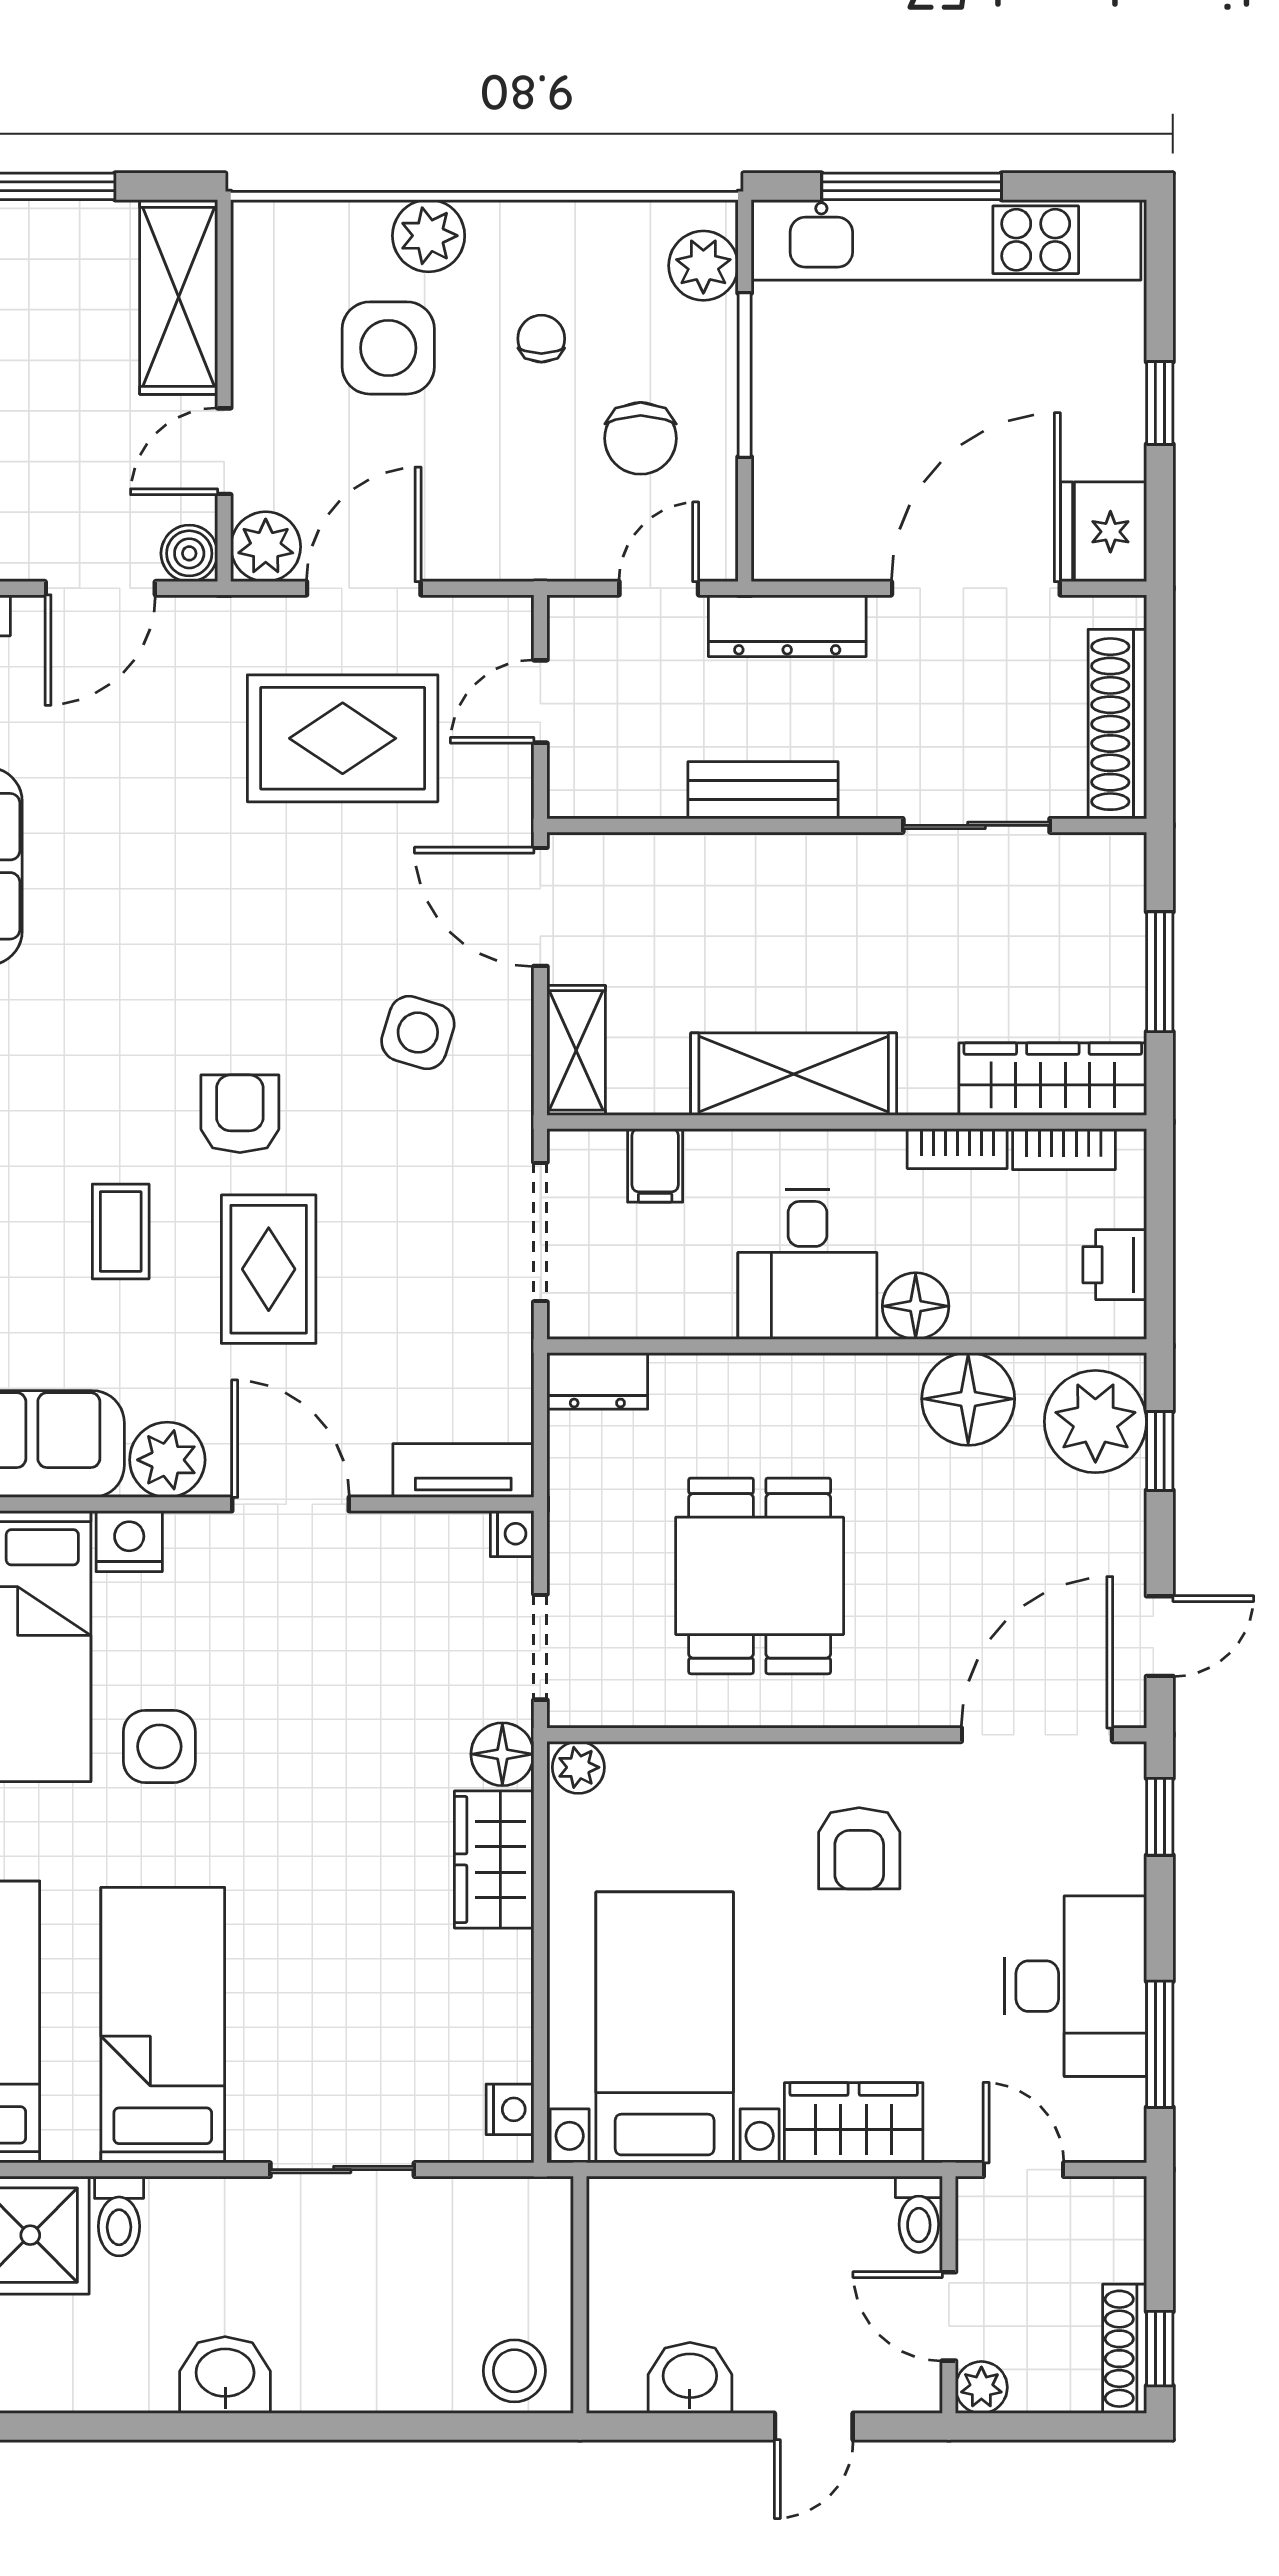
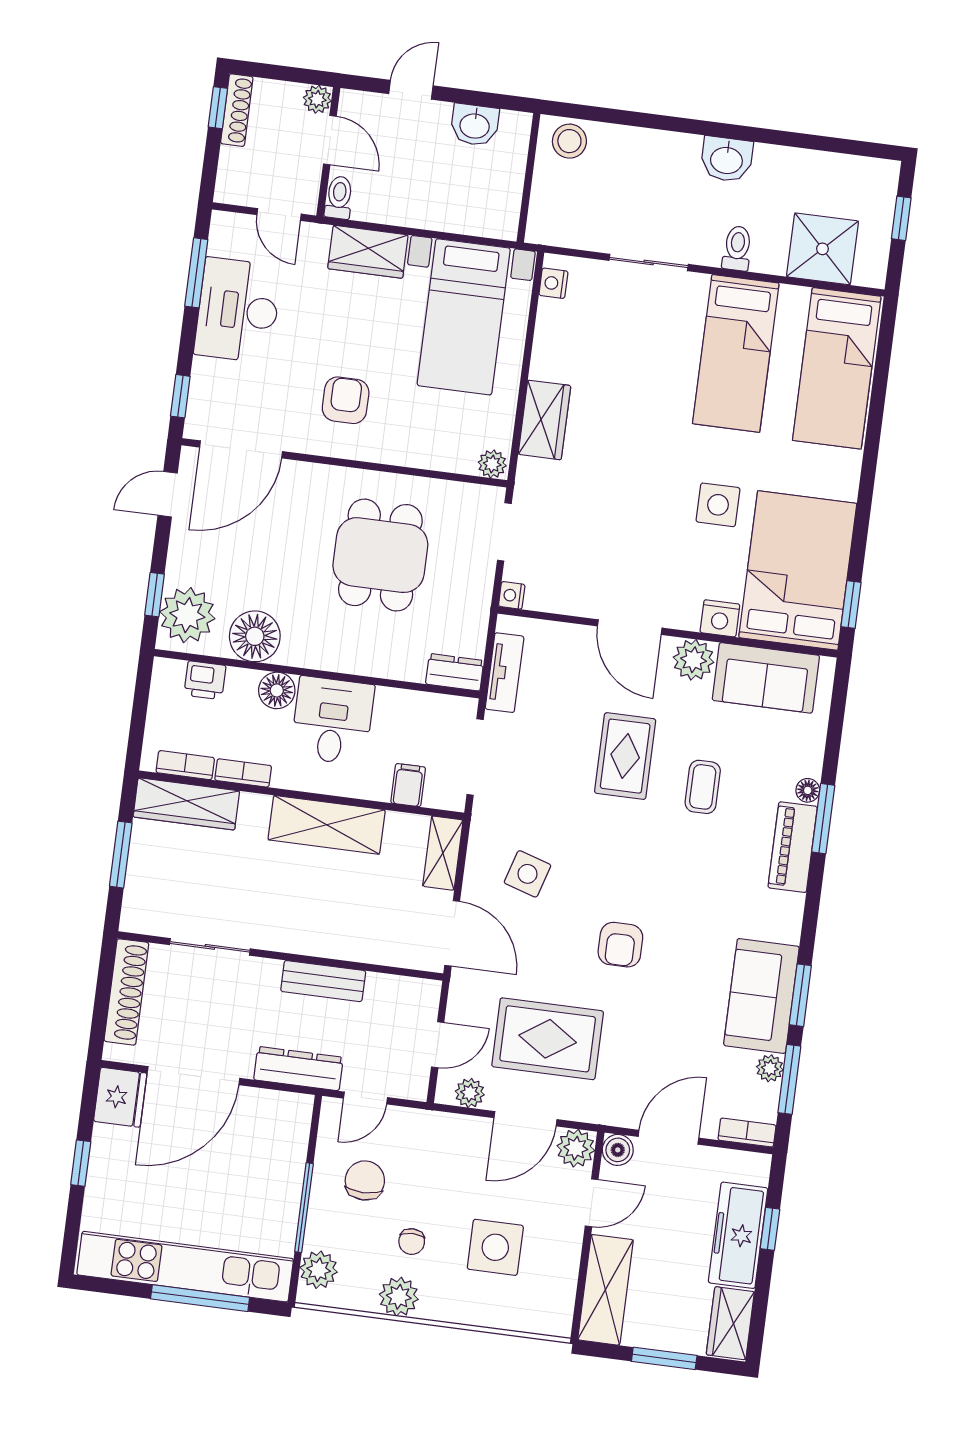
plant: (429, 236) -> (399, 1297), moved
plant: (471, 622) -> (470, 1093), added
armchair: (240, 1114) -> (620, 945), moved
printer: (1115, 1265) -> (205, 680), moved, turned 90
tv unit: (463, 1471) -> (505, 673), moved, turned -90
floor lamp: (502, 1754) -> (532, 476), removed
toilet: (119, 2216) -> (737, 248), moved

